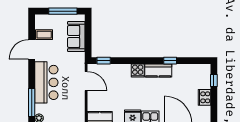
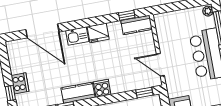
cooker: (205, 97) -> (20, 83), moved

